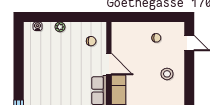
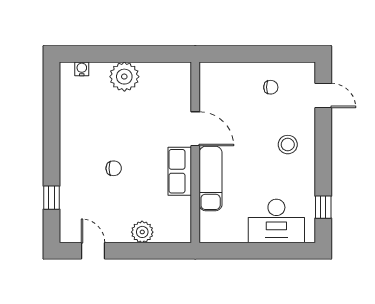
plant: (60, 27) -> (124, 77), width x1.88, depth x1.88
chair: (91, 41) -> (114, 168), moved

